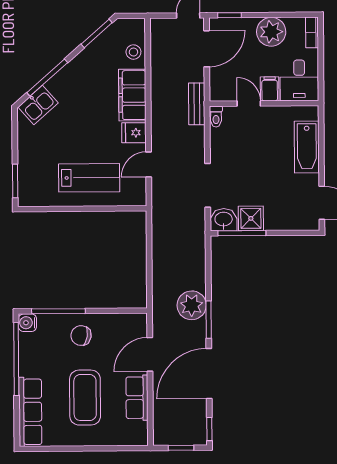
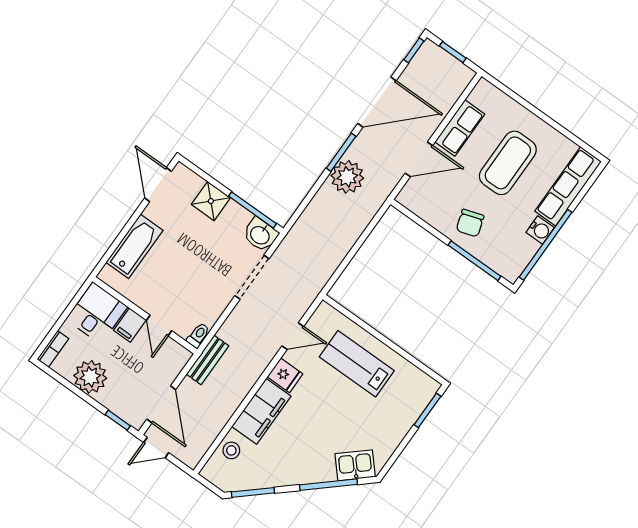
door: (207, 49) -> (161, 404), swing flipped
shower: (251, 218) -> (211, 201), moved
water cooler: (27, 323) -> (540, 230), moved
chair: (81, 336) -> (470, 223), turned 63

